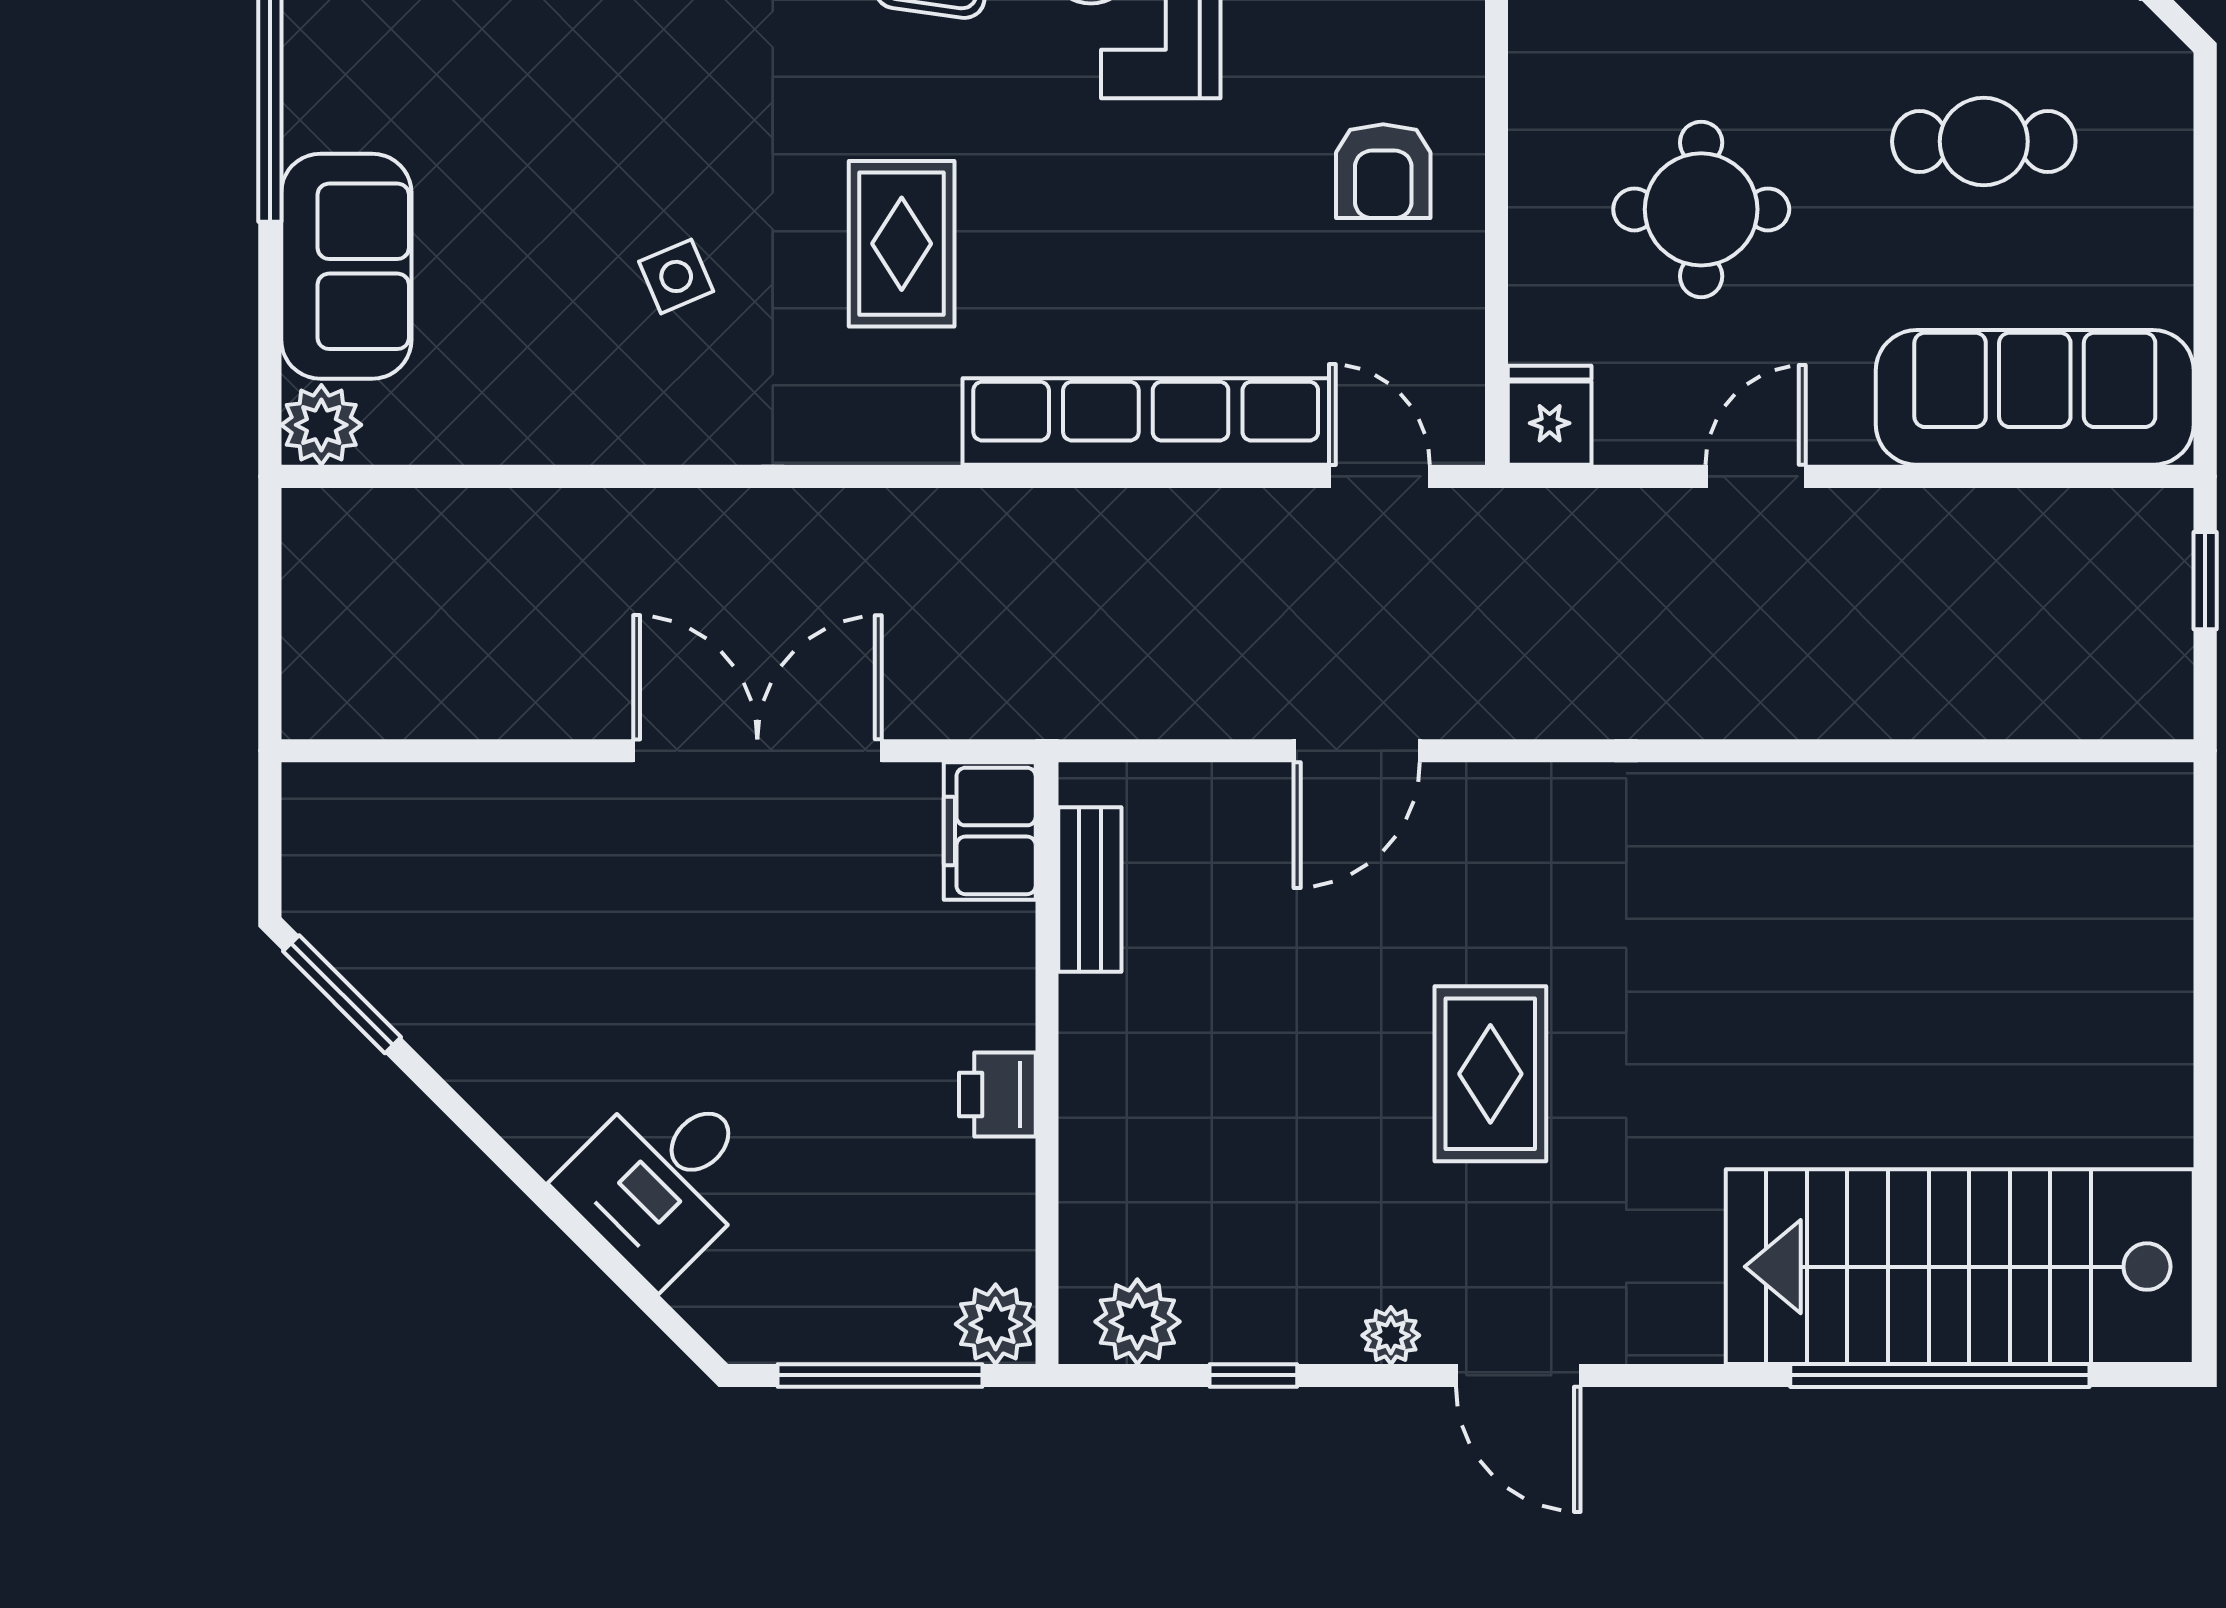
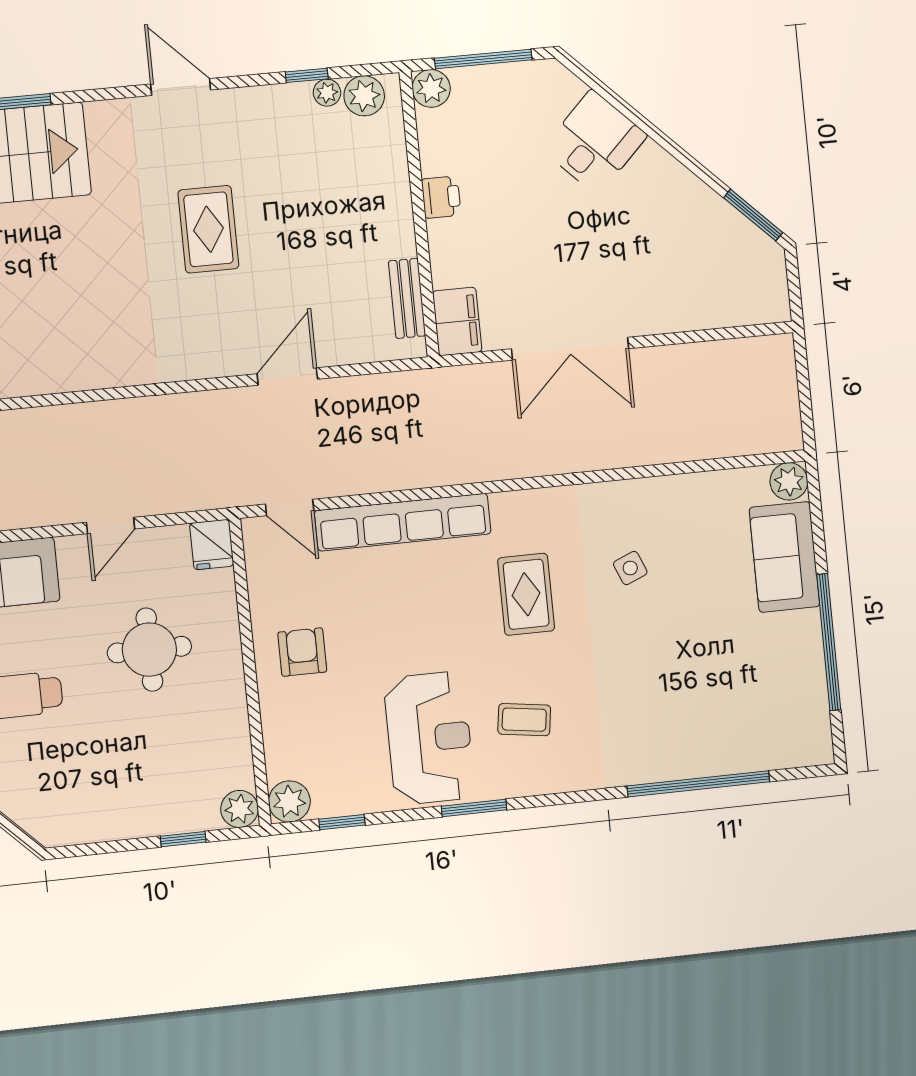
plant: (1391, 1335) -> (327, 93), moved

